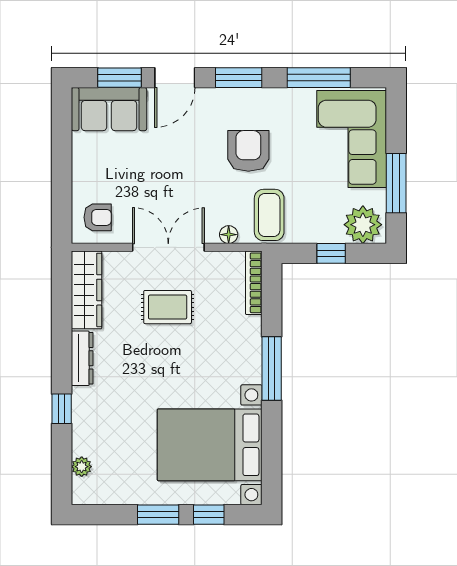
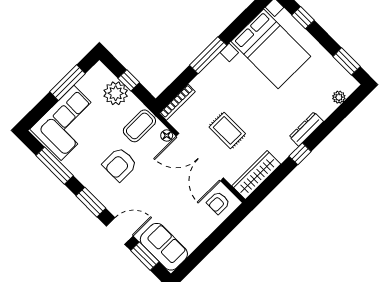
armchair: (98, 217) -> (218, 203), turned -90
plant: (363, 225) -> (116, 93), moved
double door: (168, 247) -> (200, 157), width x1.36
dresser: (82, 358) -> (306, 129), moved
window: (62, 409) -> (300, 154), moved
window: (158, 515) -> (347, 61), moved

